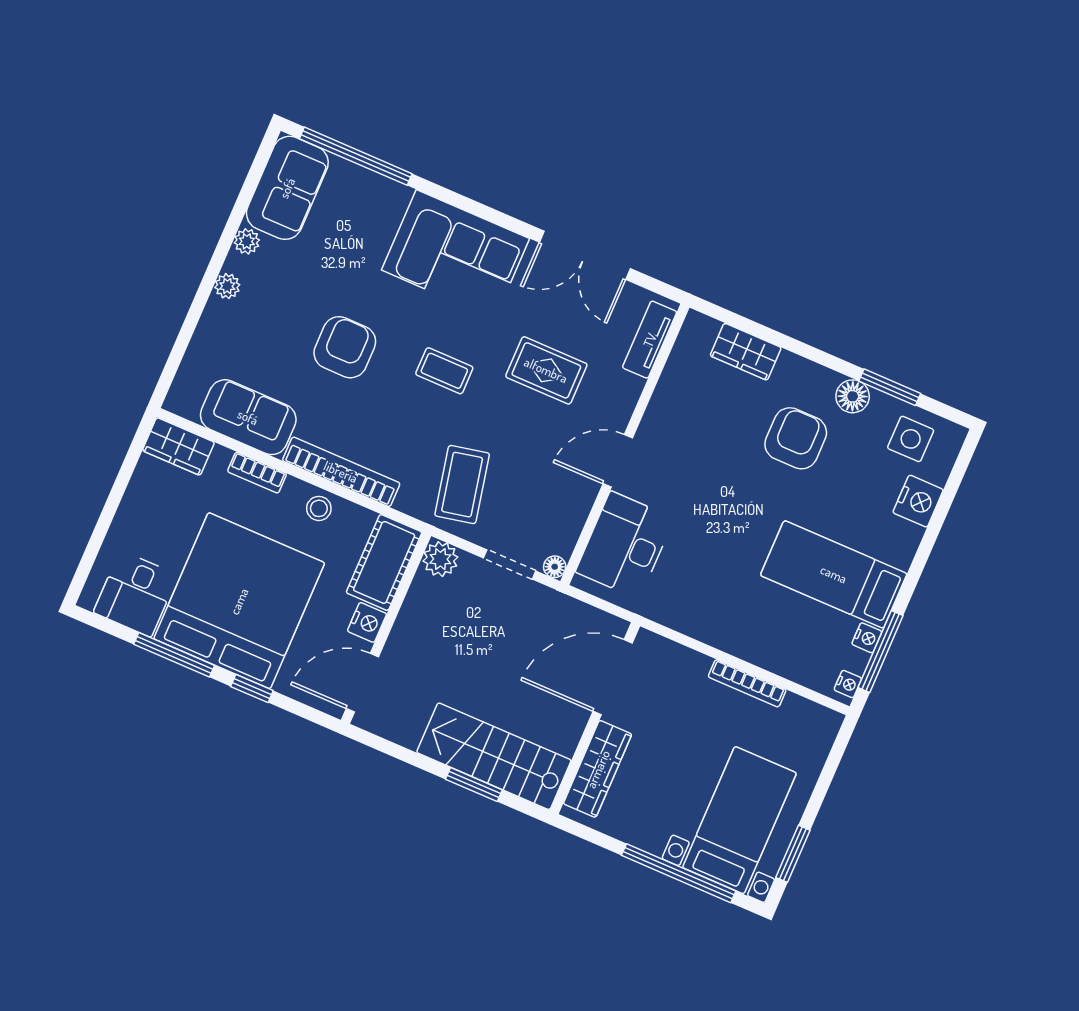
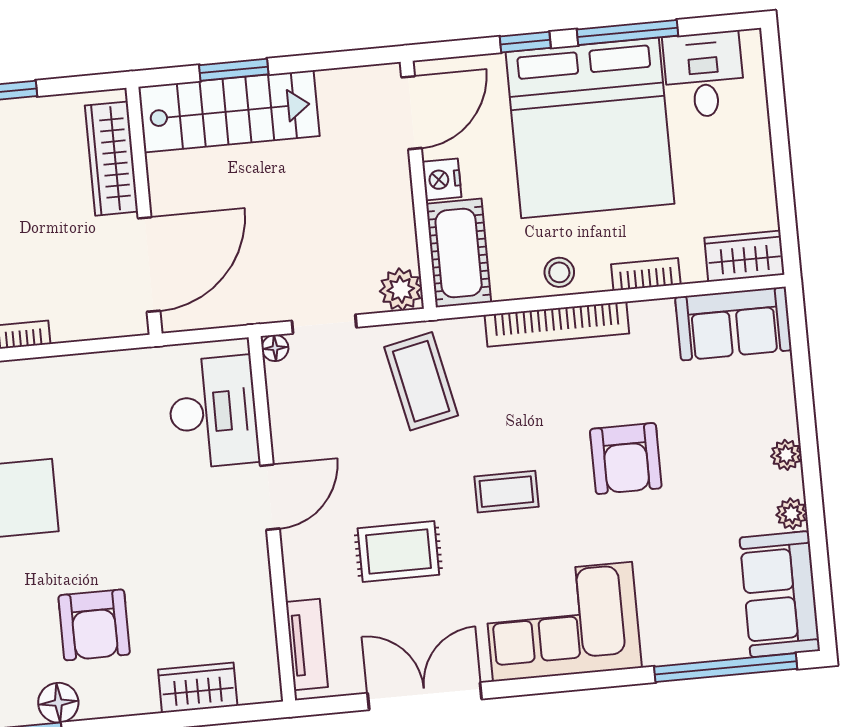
sofa: (248, 417) -> (733, 324), moved

